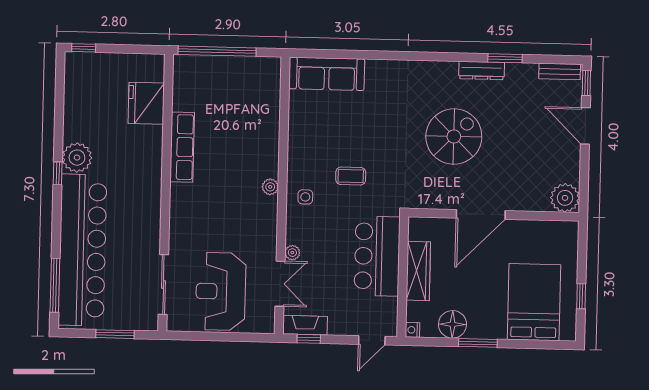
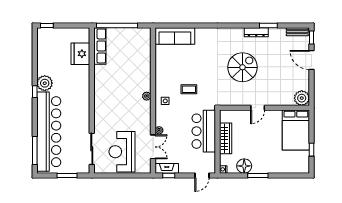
row of seats: (182, 147) -> (100, 46), moved
door: (481, 214) -> (258, 108), width x0.53
bed: (534, 302) -> (296, 130), moved, turned 180

